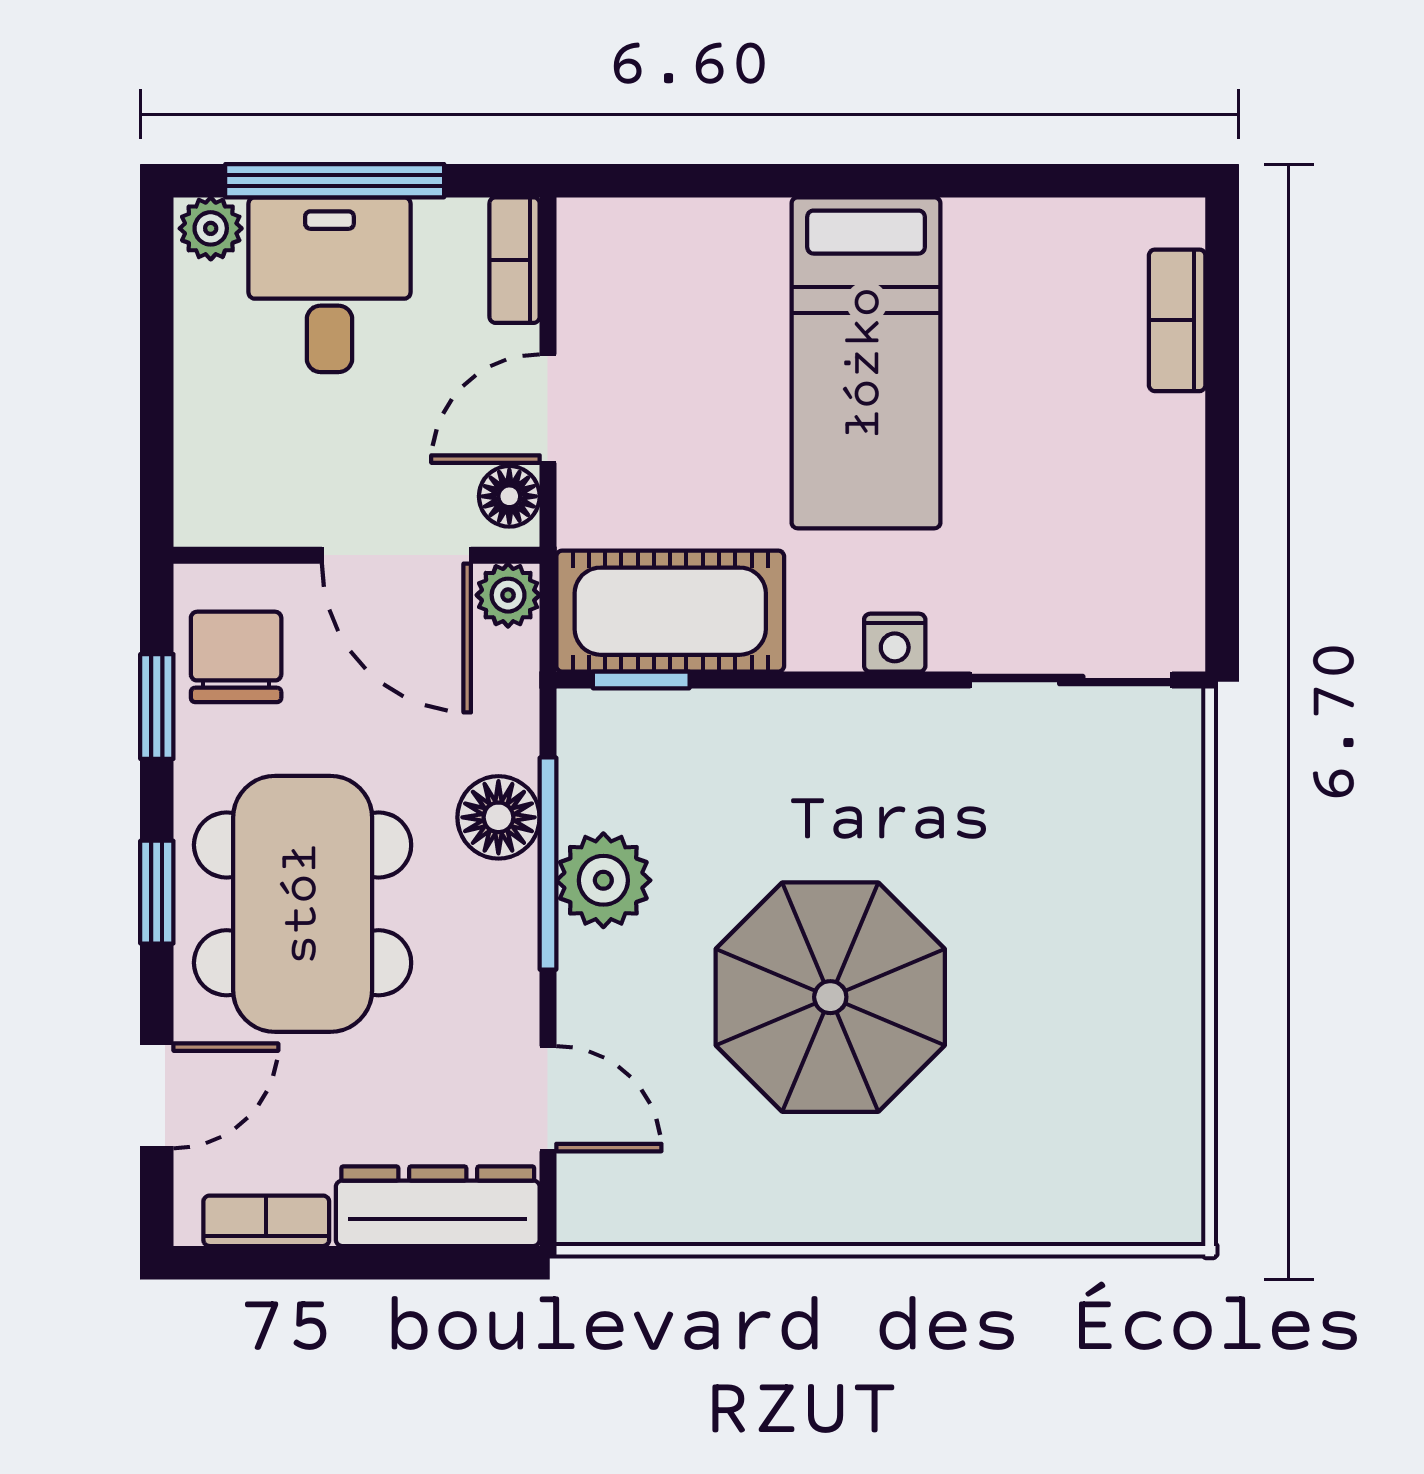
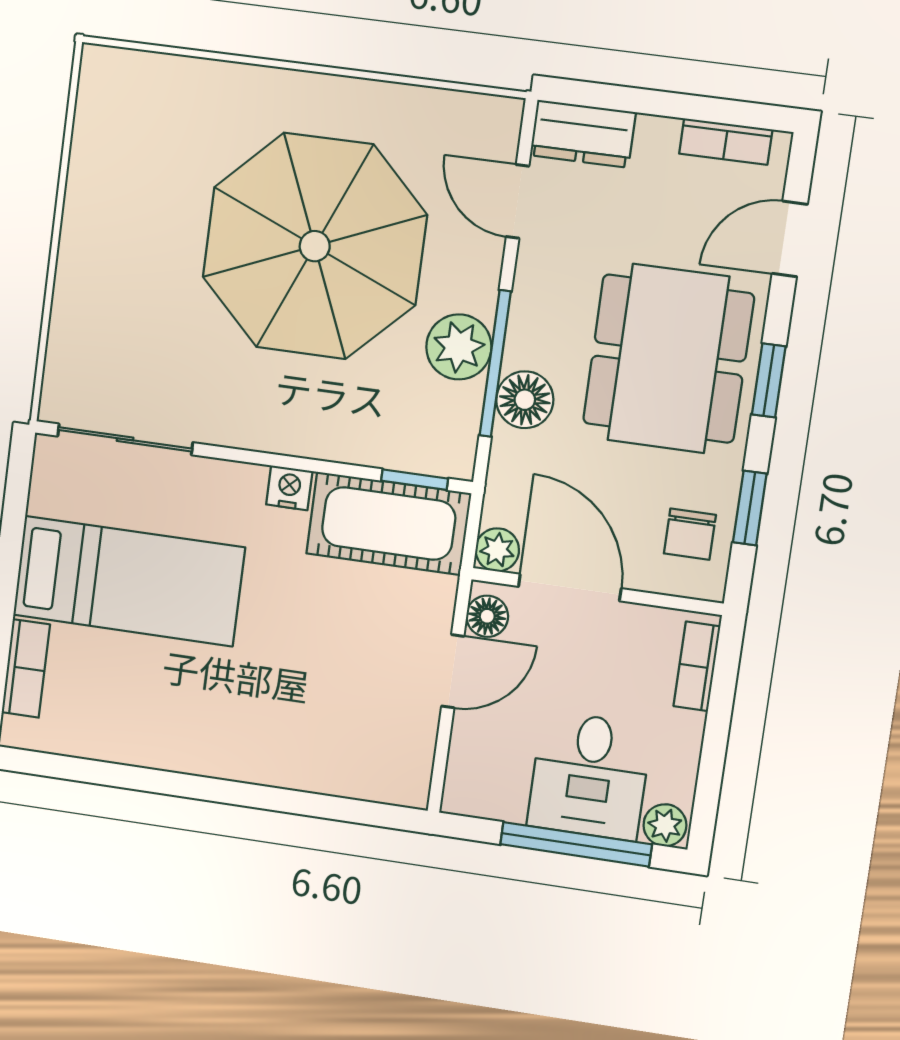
bookcase: (515, 260) -> (697, 666), moved, turned 180
bed: (866, 363) -> (129, 581), moved, turned 90
nightstand: (895, 643) -> (289, 488), moved
chair: (236, 657) -> (690, 534), width x0.73, depth x0.73
parasol: (830, 997) -> (315, 246), width x1.36, depth x1.36
dresser: (438, 1206) -> (583, 134), width x0.70

